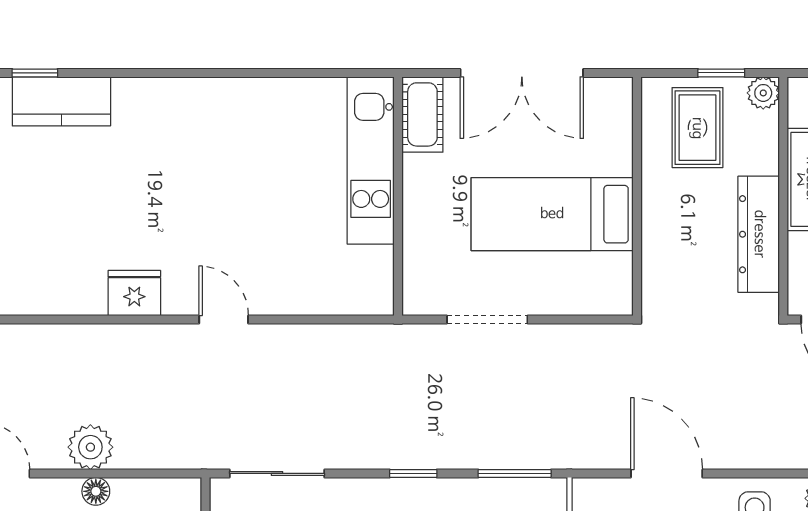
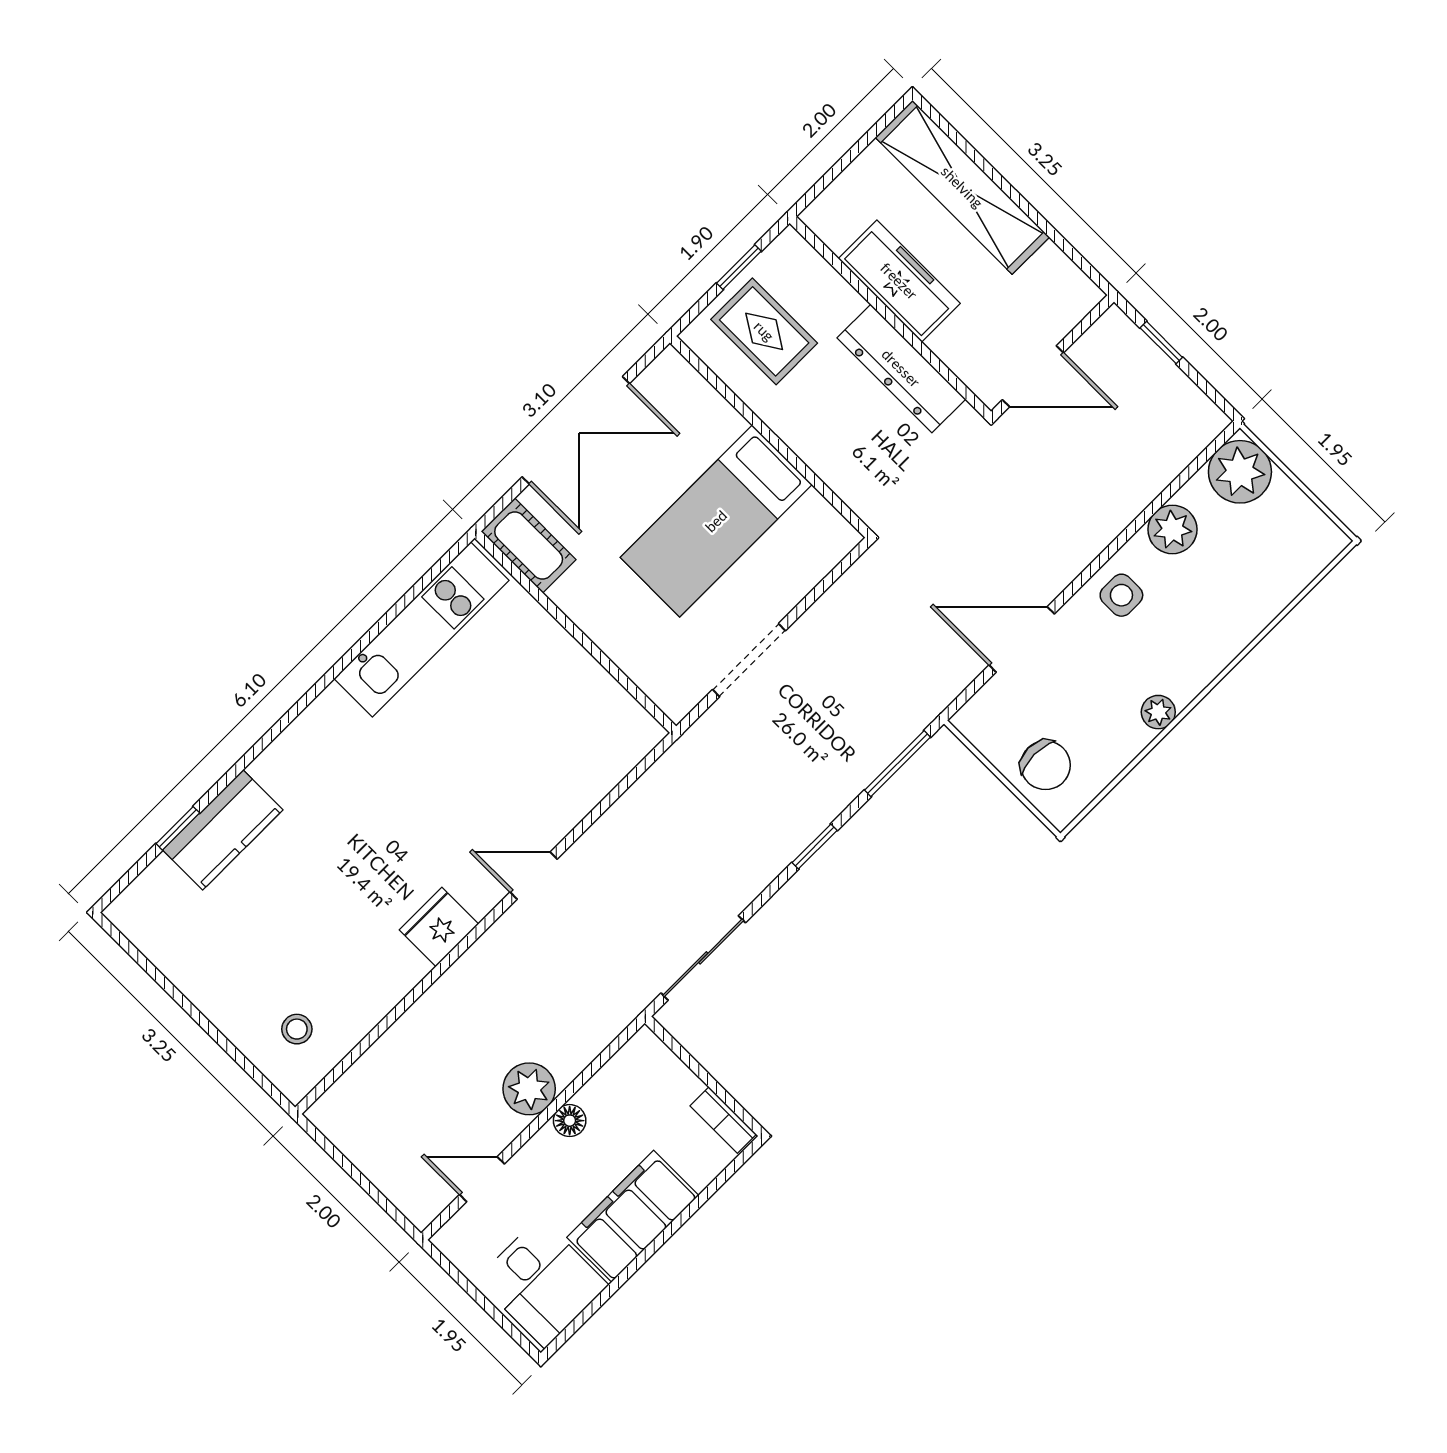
plant: (763, 93) -> (790, 249), removed
kitchen unit: (371, 160) -> (422, 629), moved, turned -90

